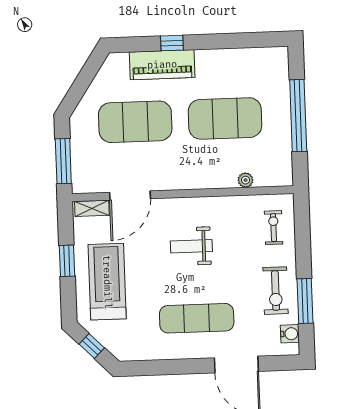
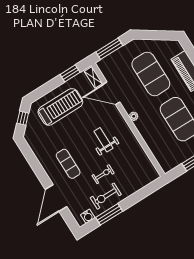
plant: (246, 180) -> (134, 116), moved
exercise bike: (274, 228) -> (103, 174), moved
window: (67, 261) -> (70, 73), moved
exercise mat: (197, 318) -> (68, 164), width x0.73, depth x0.69

